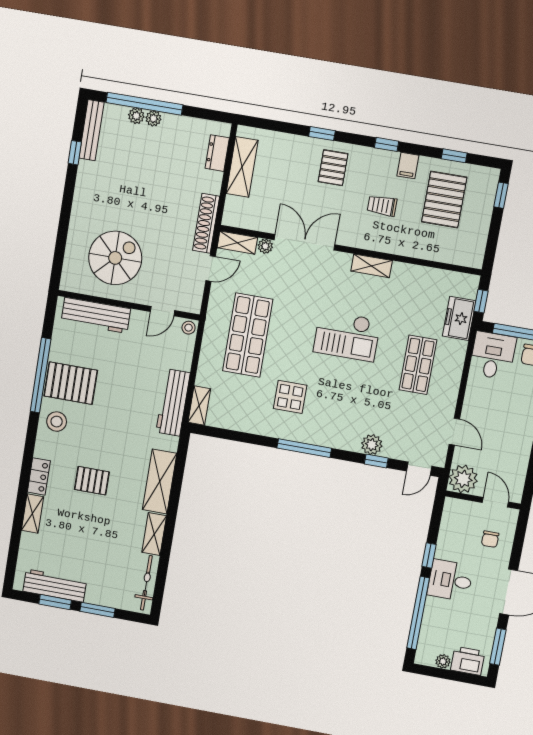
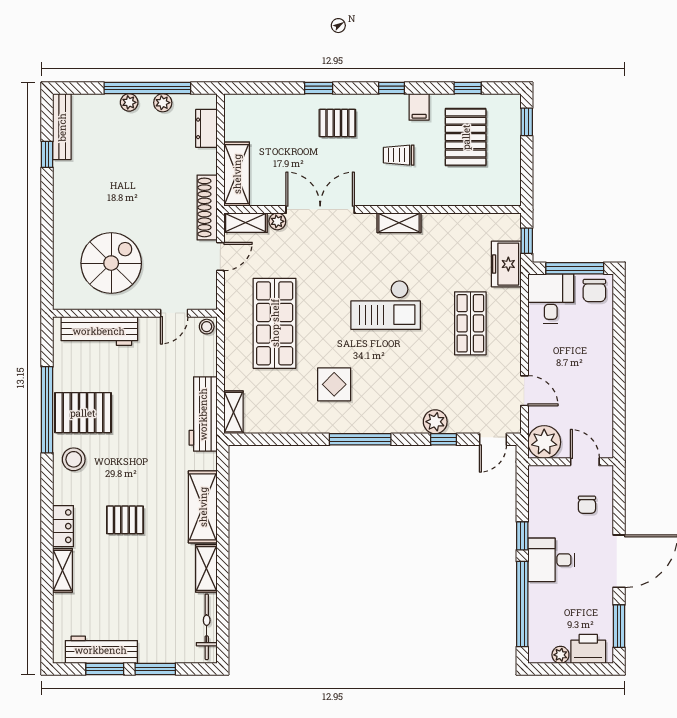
window: (144, 104) -> (147, 88), moved
plant: (136, 116) -> (163, 103), moved
shelving: (242, 167) -> (237, 174), moved
pallet: (333, 168) -> (337, 123), turned 90

